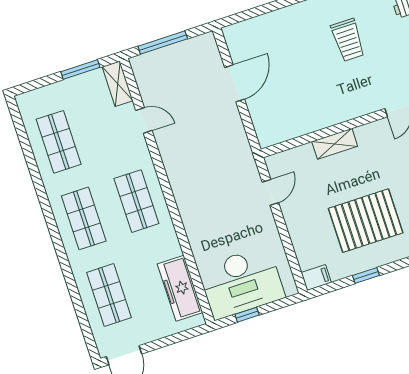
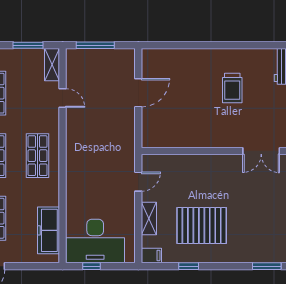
shelving: (335, 144) -> (149, 218), moved, turned 90

